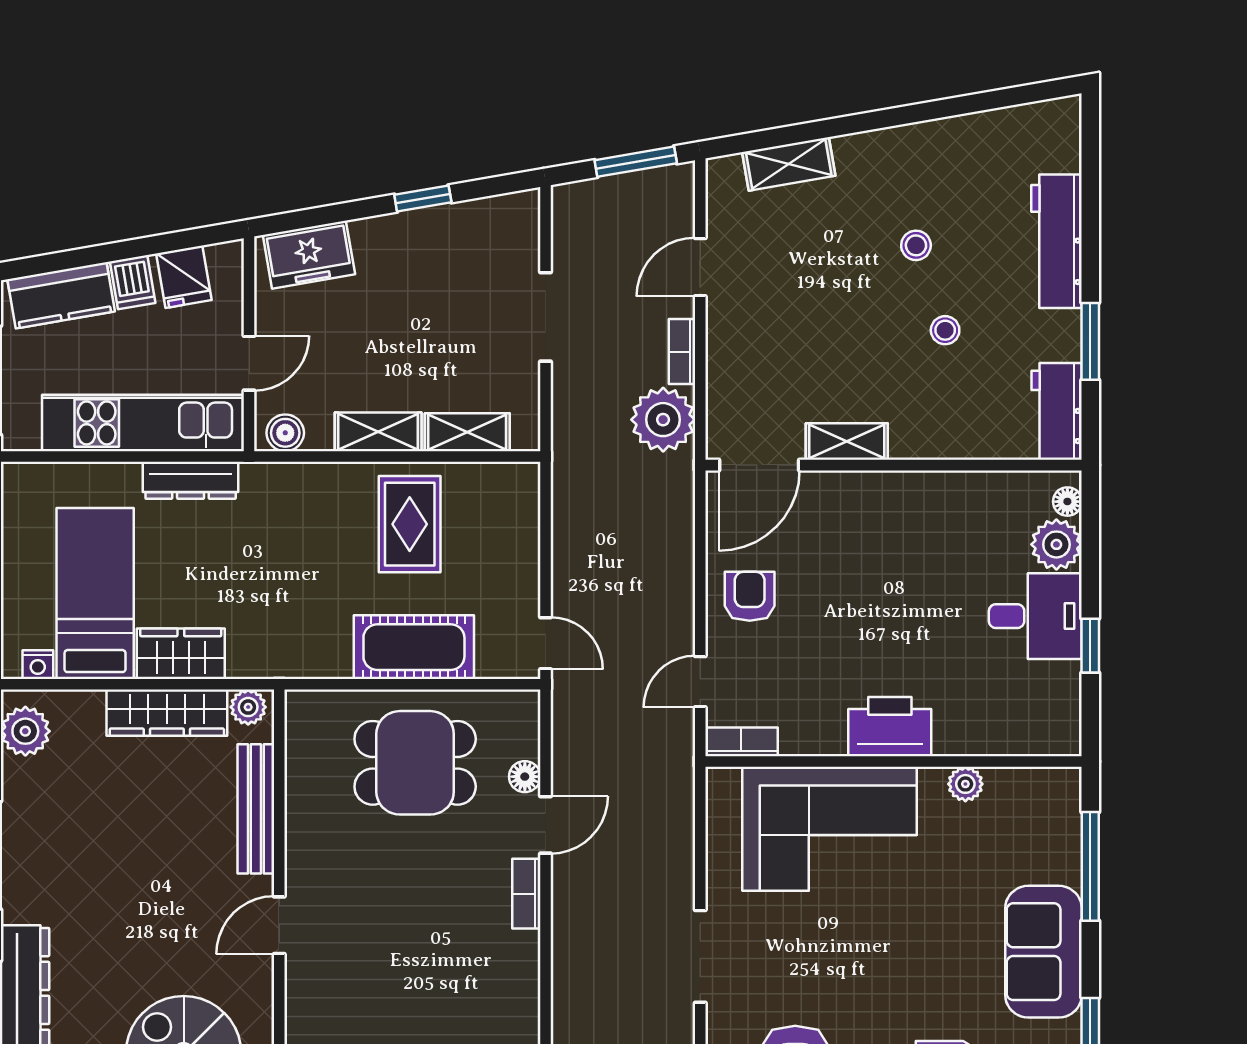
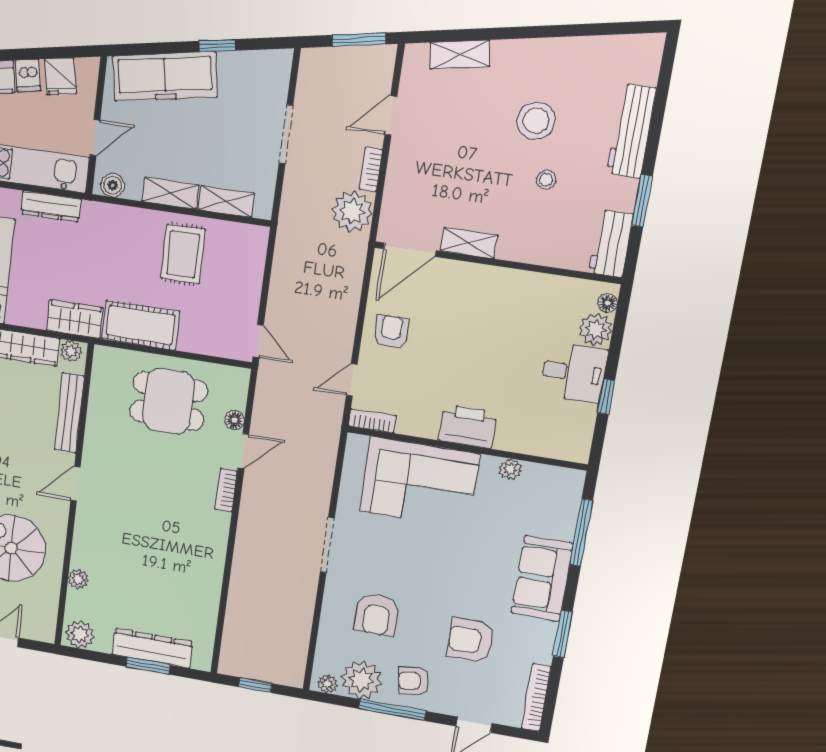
stool: (916, 245) -> (536, 121), width x1.89, depth x1.89
freezer: (309, 255) -> (165, 77), width x1.91, depth x1.26
cot: (414, 647) -> (141, 325), moved
wardrobe: (181, 654) -> (75, 319), moved

